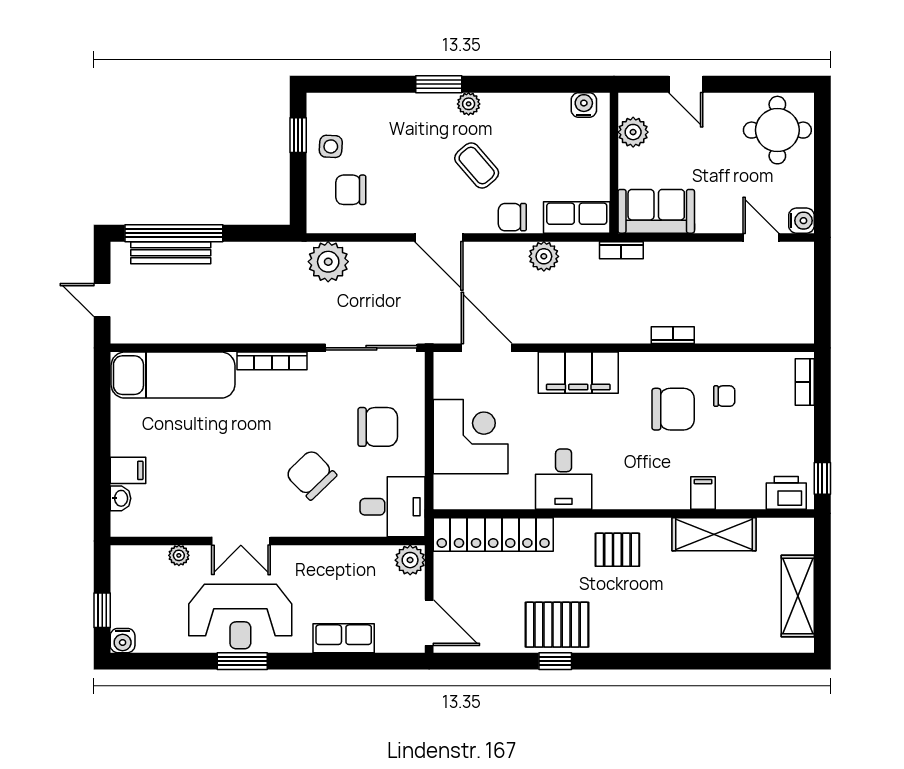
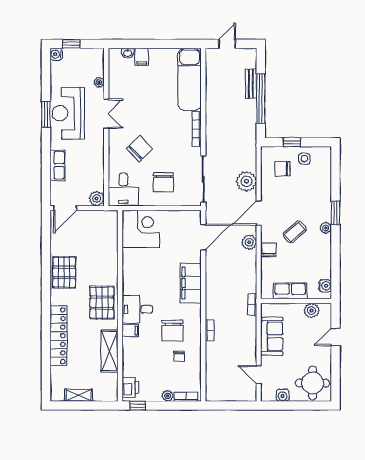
window: (298, 135) -> (292, 142), moved
chair: (351, 190) -> (283, 169), turned -90
sofa: (656, 211) -> (272, 336), moved
row of seats: (577, 217) -> (290, 291), moved, turned -90
water cooler: (801, 221) -> (283, 395), moved
window: (174, 233) -> (261, 99), moved
door: (761, 237) -> (259, 375), swing flipped
bench: (171, 253) -> (251, 84), width x0.73
plant: (544, 256) -> (249, 242), moved
plant: (328, 262) -> (246, 181), moved
plant: (803, 419) -> (168, 396), added
corner desk: (471, 437) -> (141, 229), moved, turned -90
desk: (564, 479) -> (137, 309), moved
filing cabinet: (703, 493) -> (130, 331), moved
locker: (493, 534) -> (59, 336), moved, turned 180
double door: (241, 541) -> (106, 114), swing flipped
pallet: (617, 550) -> (102, 303), width x1.50, depth x1.42
shelving: (798, 596) -> (79, 395), width x0.67, depth x0.75
window: (555, 661) -> (46, 271), removed

